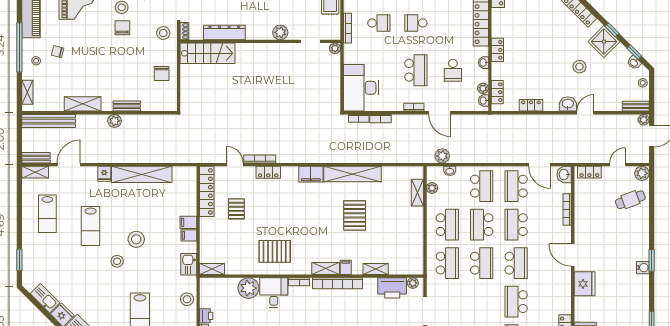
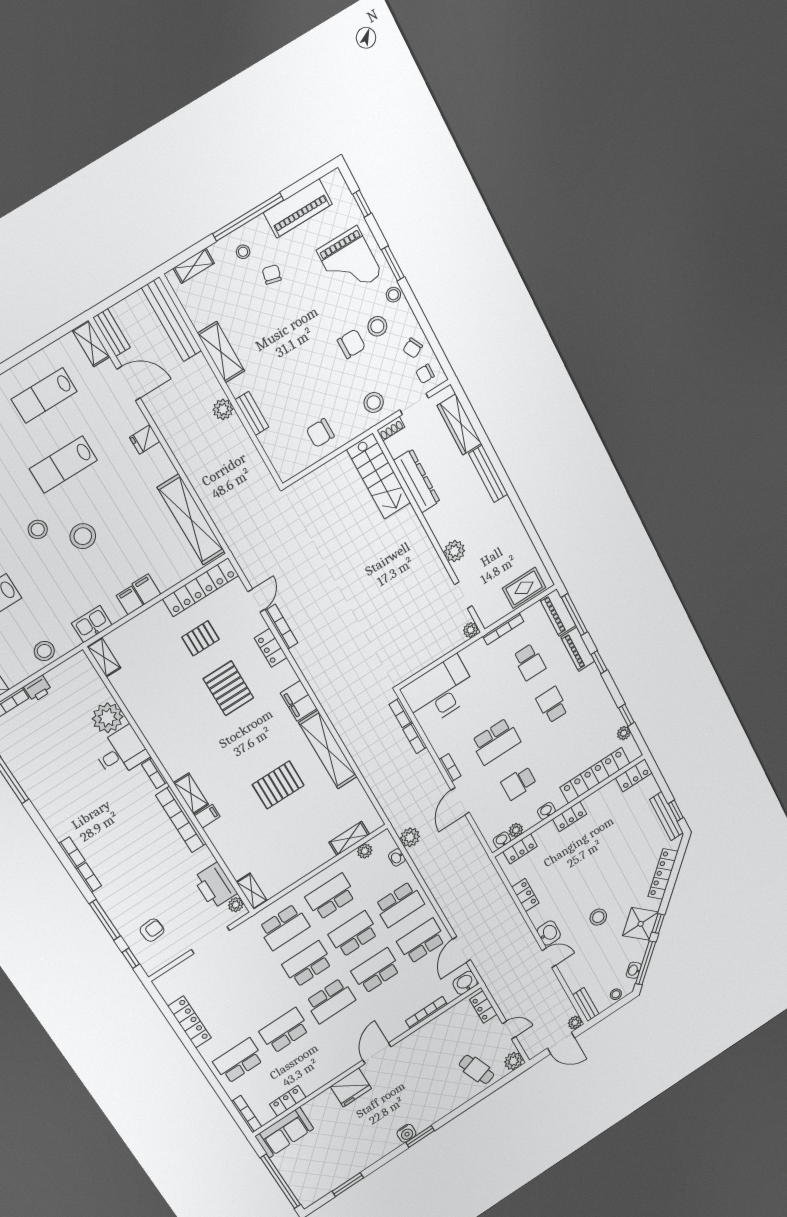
window: (634, 52) -> (646, 963), width x2.17
shelving: (142, 174) -> (191, 520), moved
school desk: (447, 225) -> (331, 897), turned 180
pallet: (275, 251) -> (228, 688), moved
school desk: (482, 263) -> (307, 964), turned 180
shelving: (376, 269) -> (252, 891), moved

